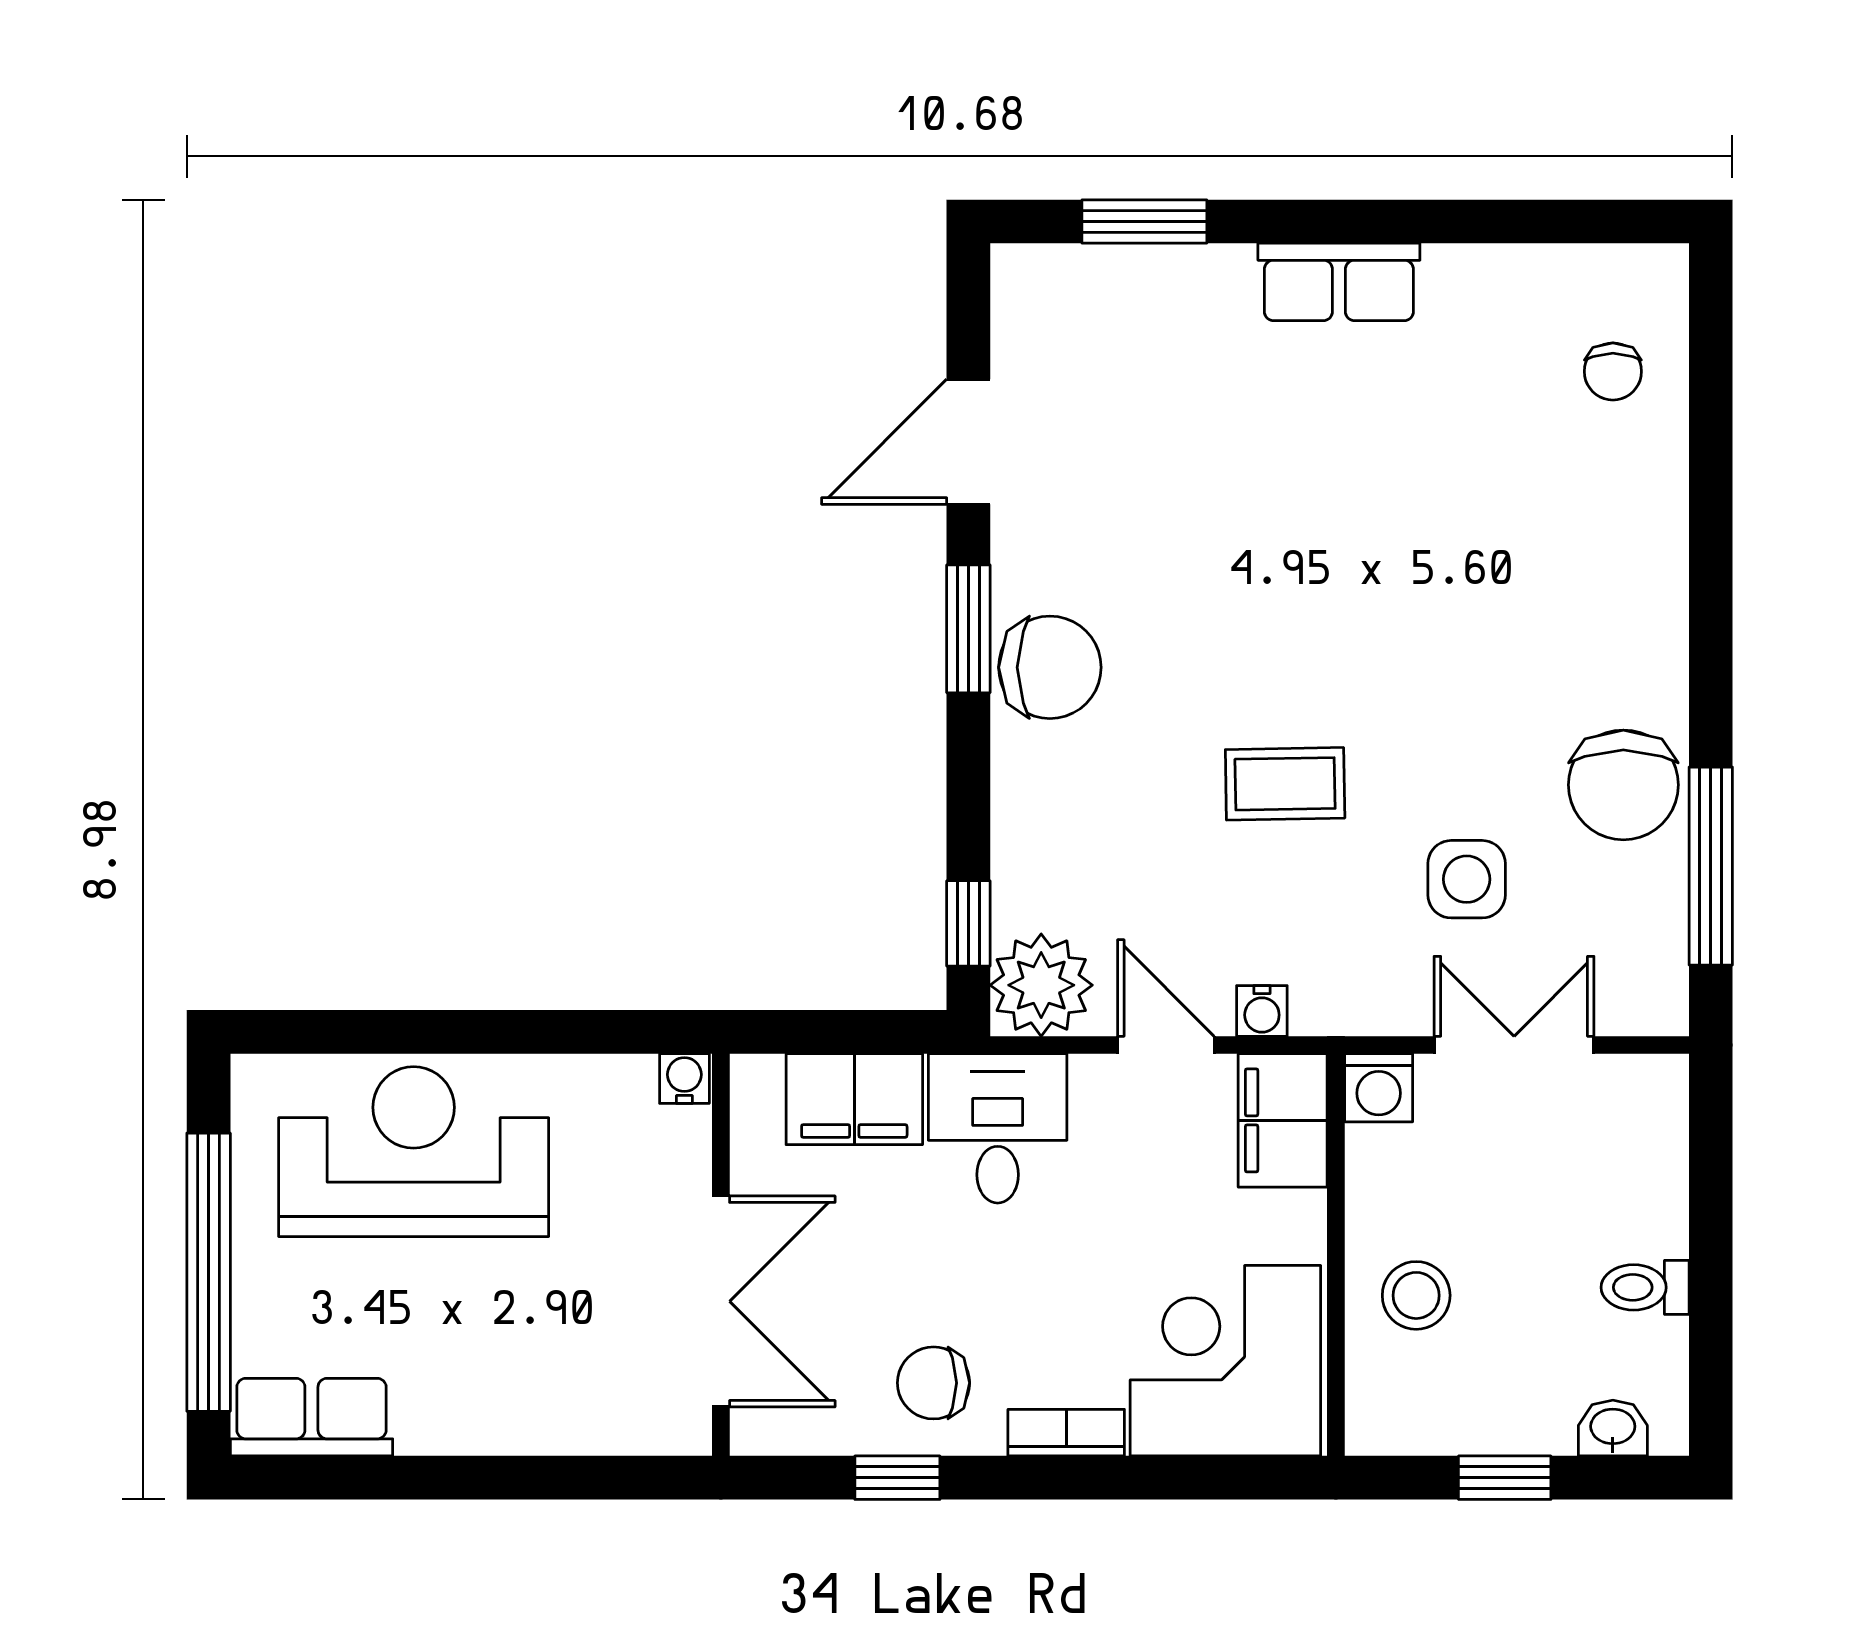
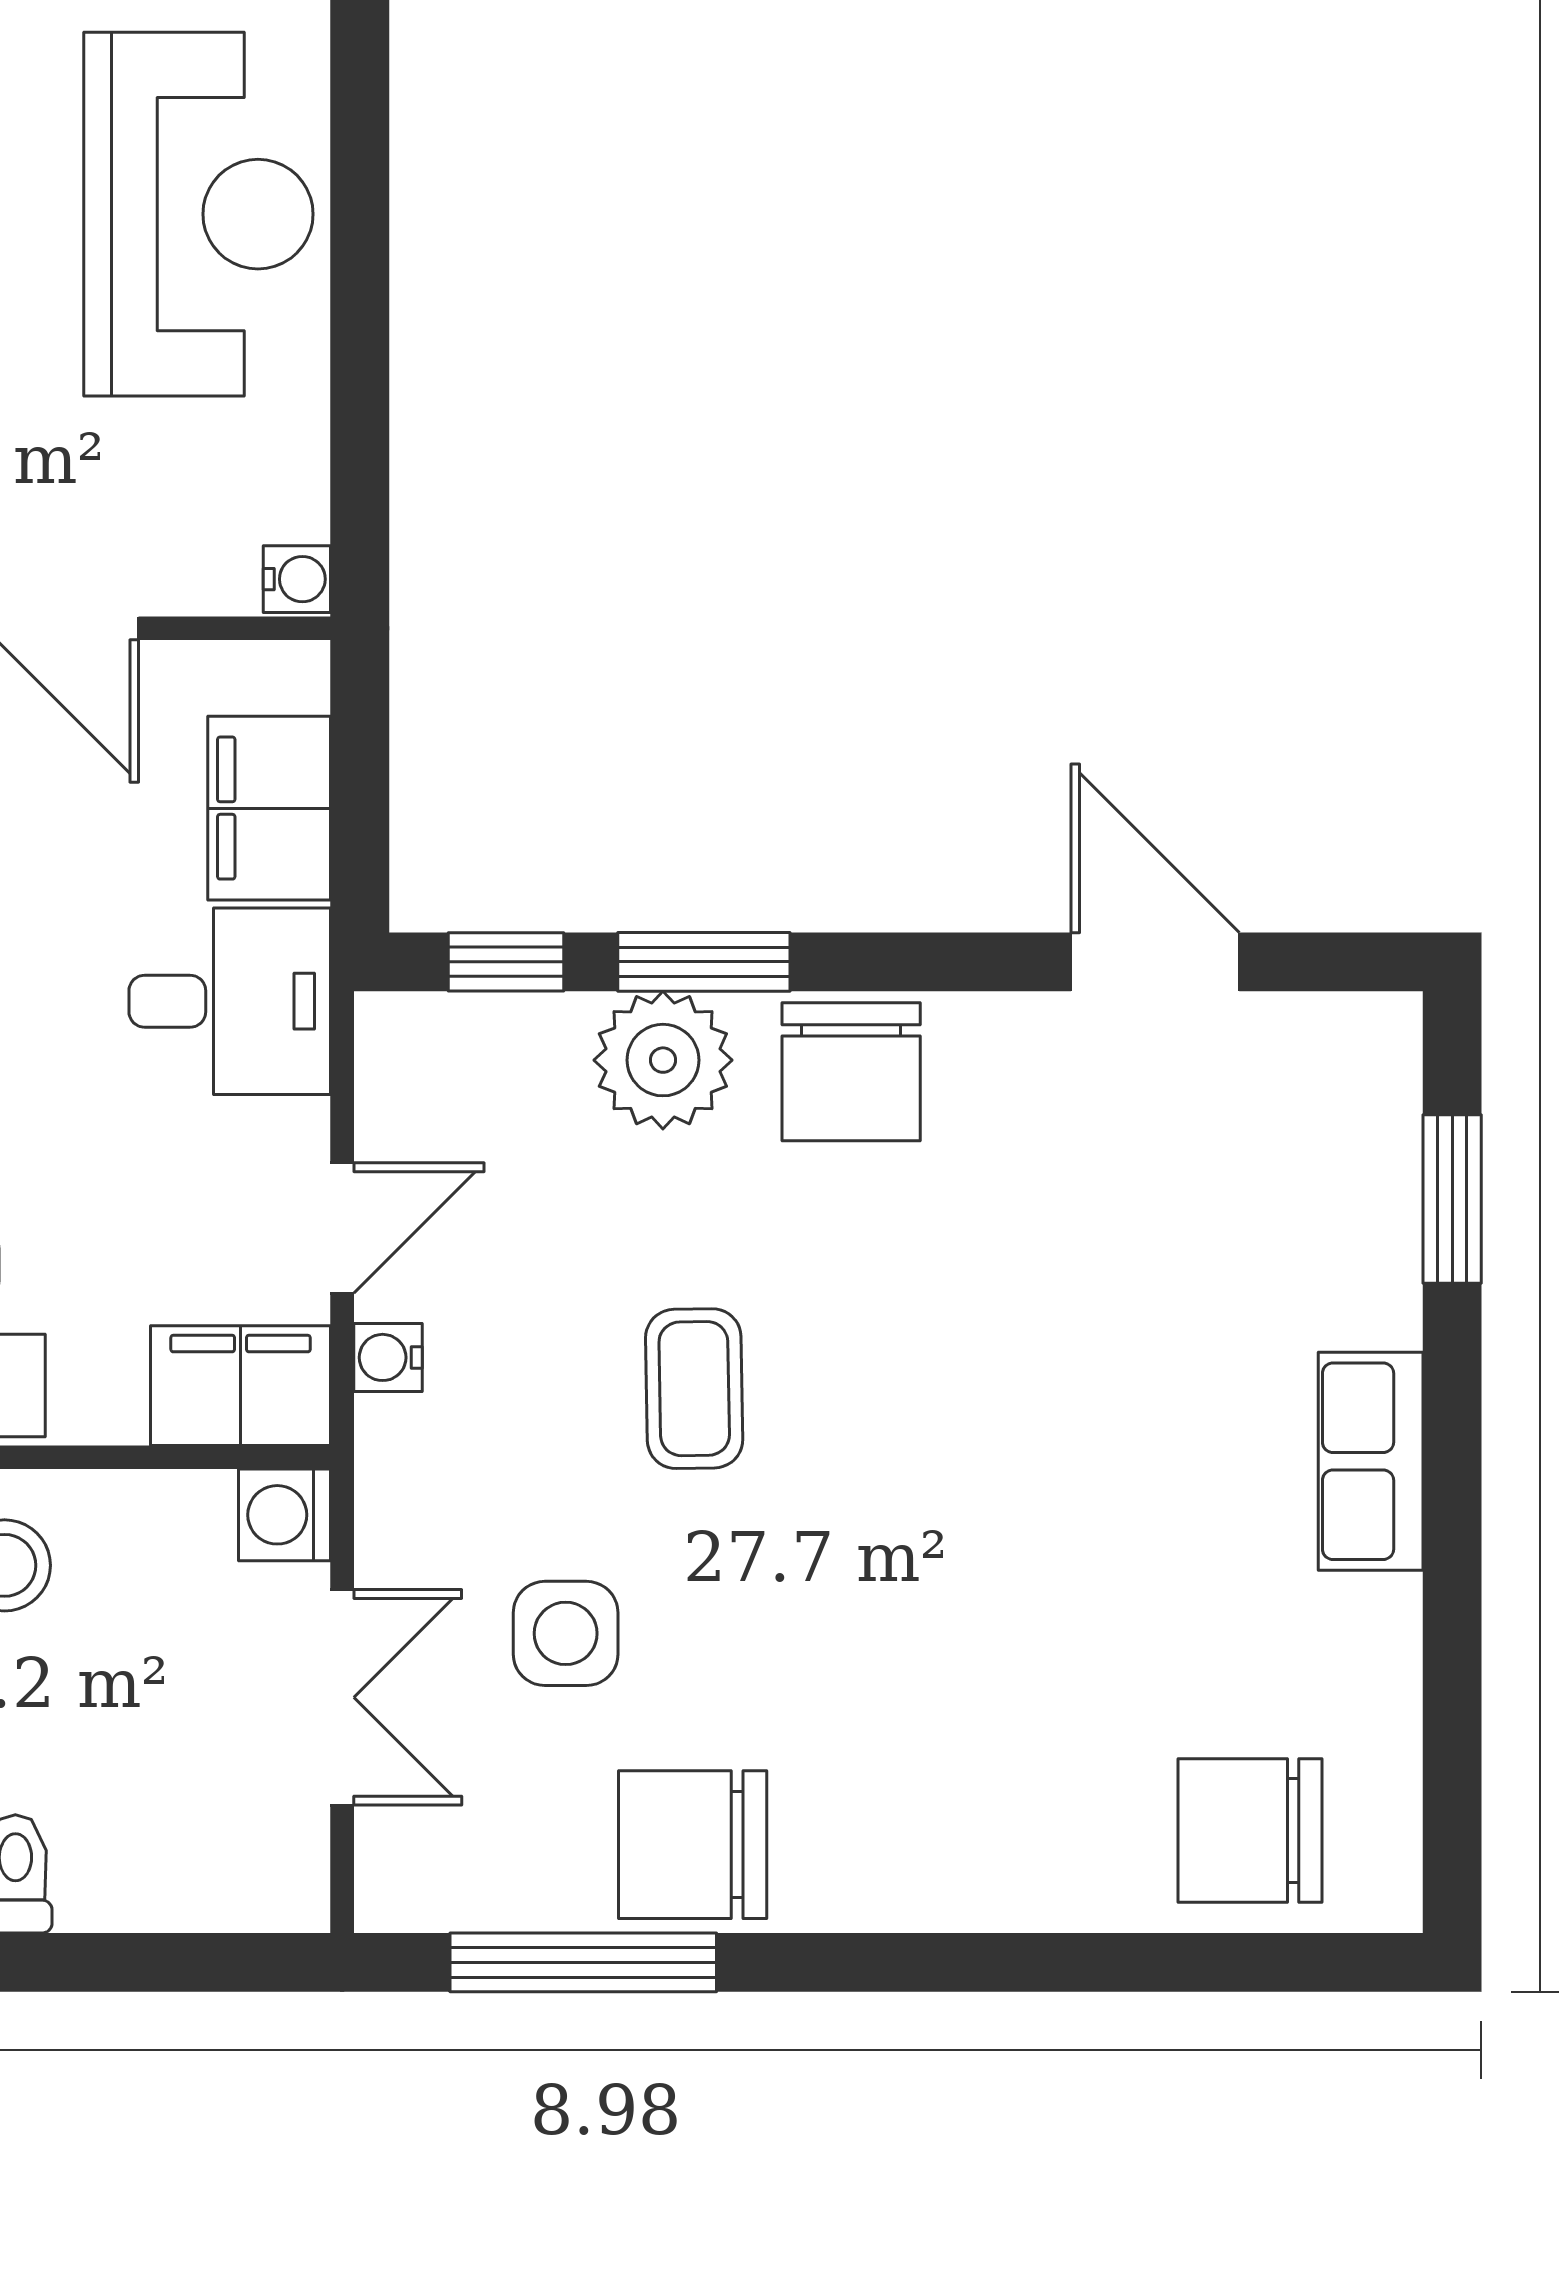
chair: (1613, 371) -> (1250, 1831), width x1.87, depth x1.87
window: (968, 629) -> (704, 962), moved
plant: (1041, 985) -> (663, 1060), moved

